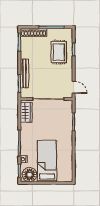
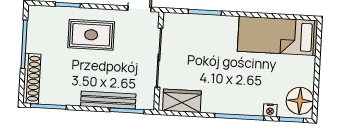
rug: (59, 52) -> (91, 35), moved
bed: (47, 161) -> (278, 36), moved

